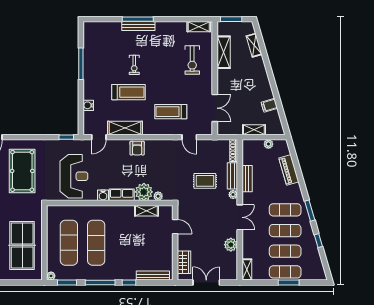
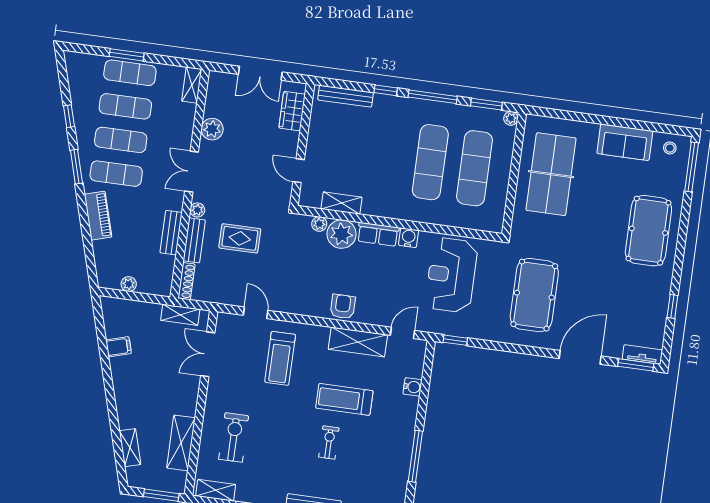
treadmill: (171, 112) -> (280, 358), turned 90
shelving: (254, 130) -> (180, 315), moved
piano: (289, 170) -> (98, 216), moved

